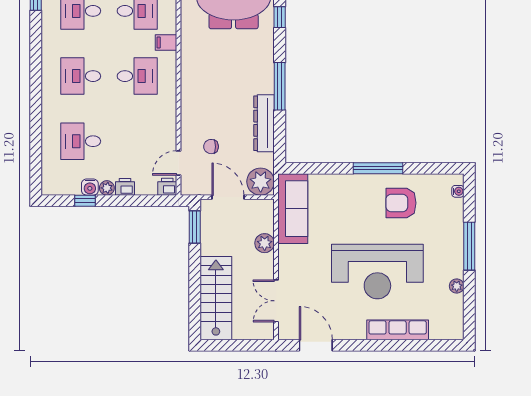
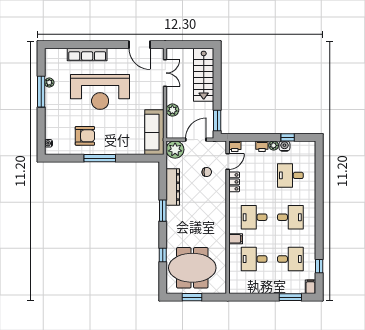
window: (280, 86) -> (163, 211), width x0.69
locker: (168, 131) -> (234, 182), added
desk: (81, 141) -> (290, 175), turned 180
door: (228, 197) -> (196, 140), swing flipped
window: (469, 246) -> (41, 92), moved
reception desk: (377, 272) -> (100, 92), turned 180

